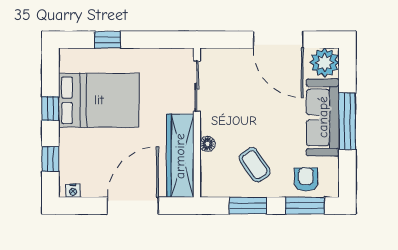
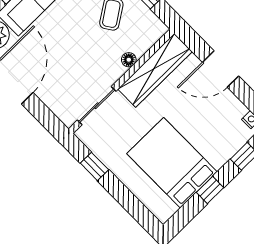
window: (108, 40) -> (94, 166), moved
door: (133, 206) -> (221, 69), width x0.73

